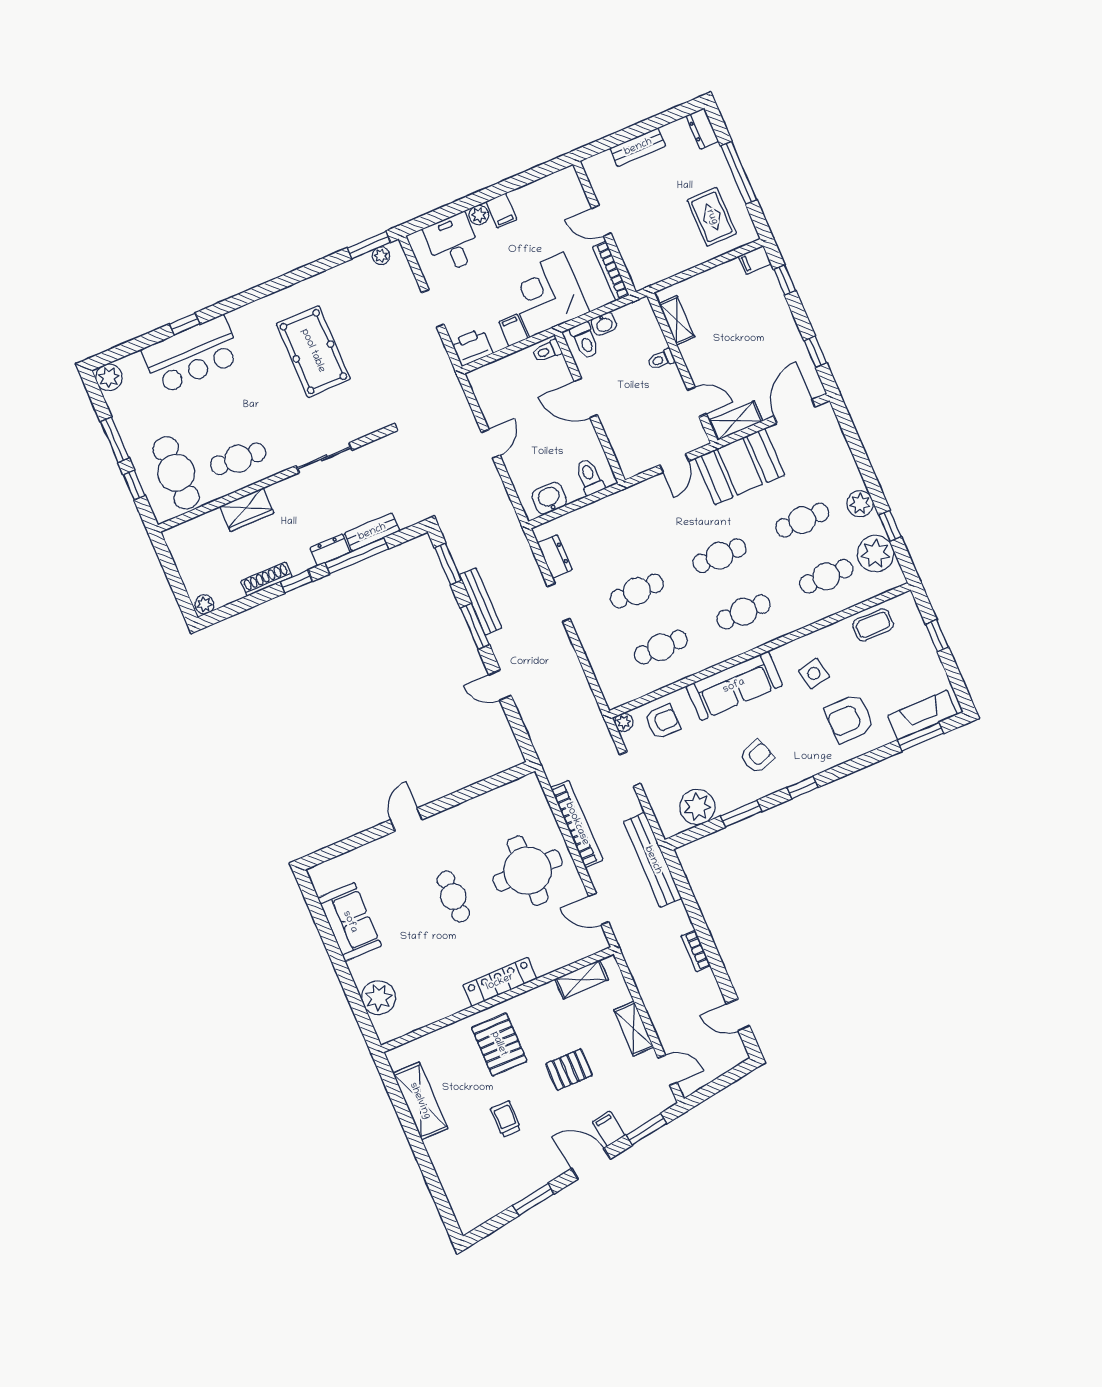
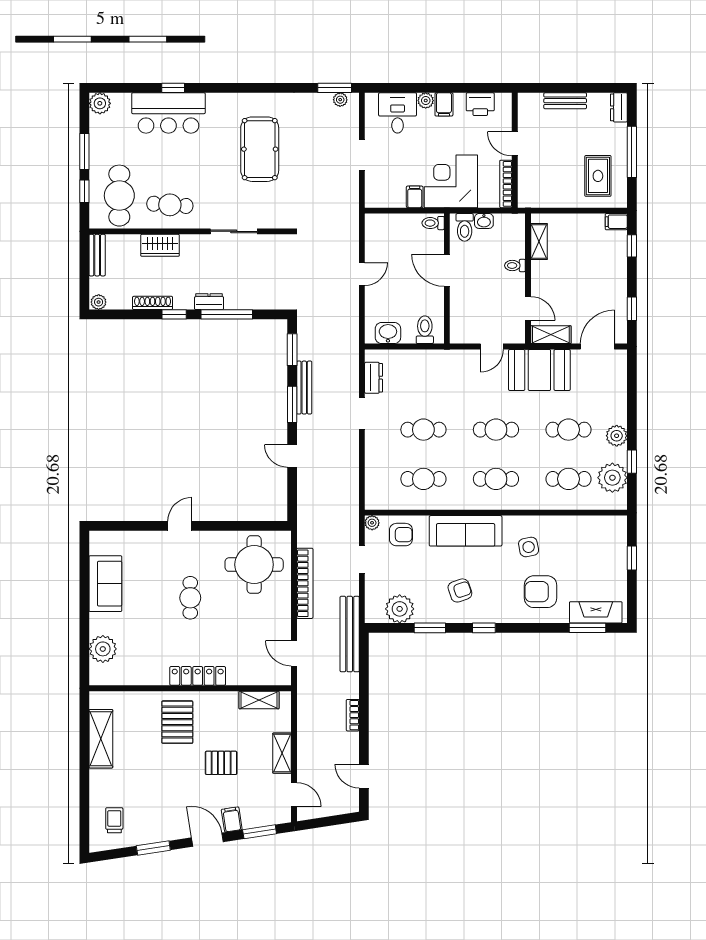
printer: (472, 347) -> (480, 104), moved, turned 180
bench: (372, 532) -> (97, 255), moved, turned 90
coffee table: (873, 625) -> (588, 530), removed
round table: (528, 871) -> (254, 565), moved
trolley: (506, 1119) -> (114, 820), moved

